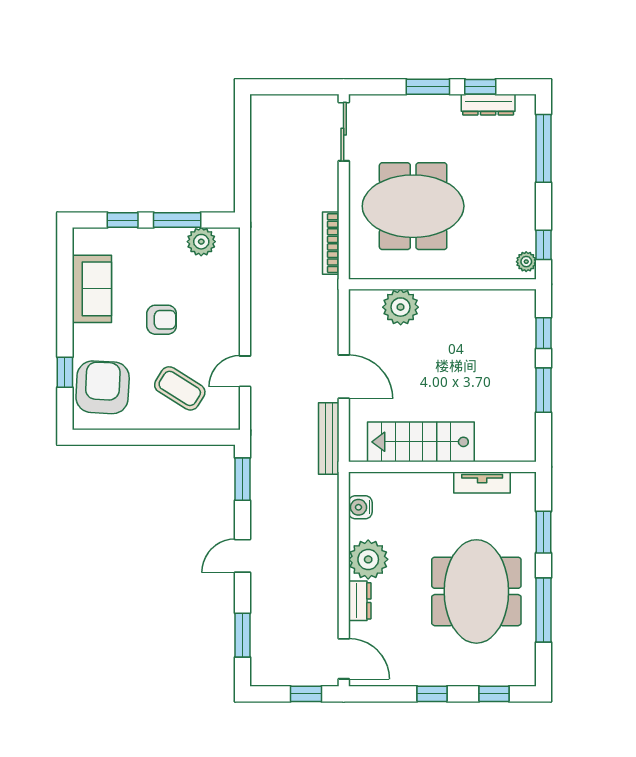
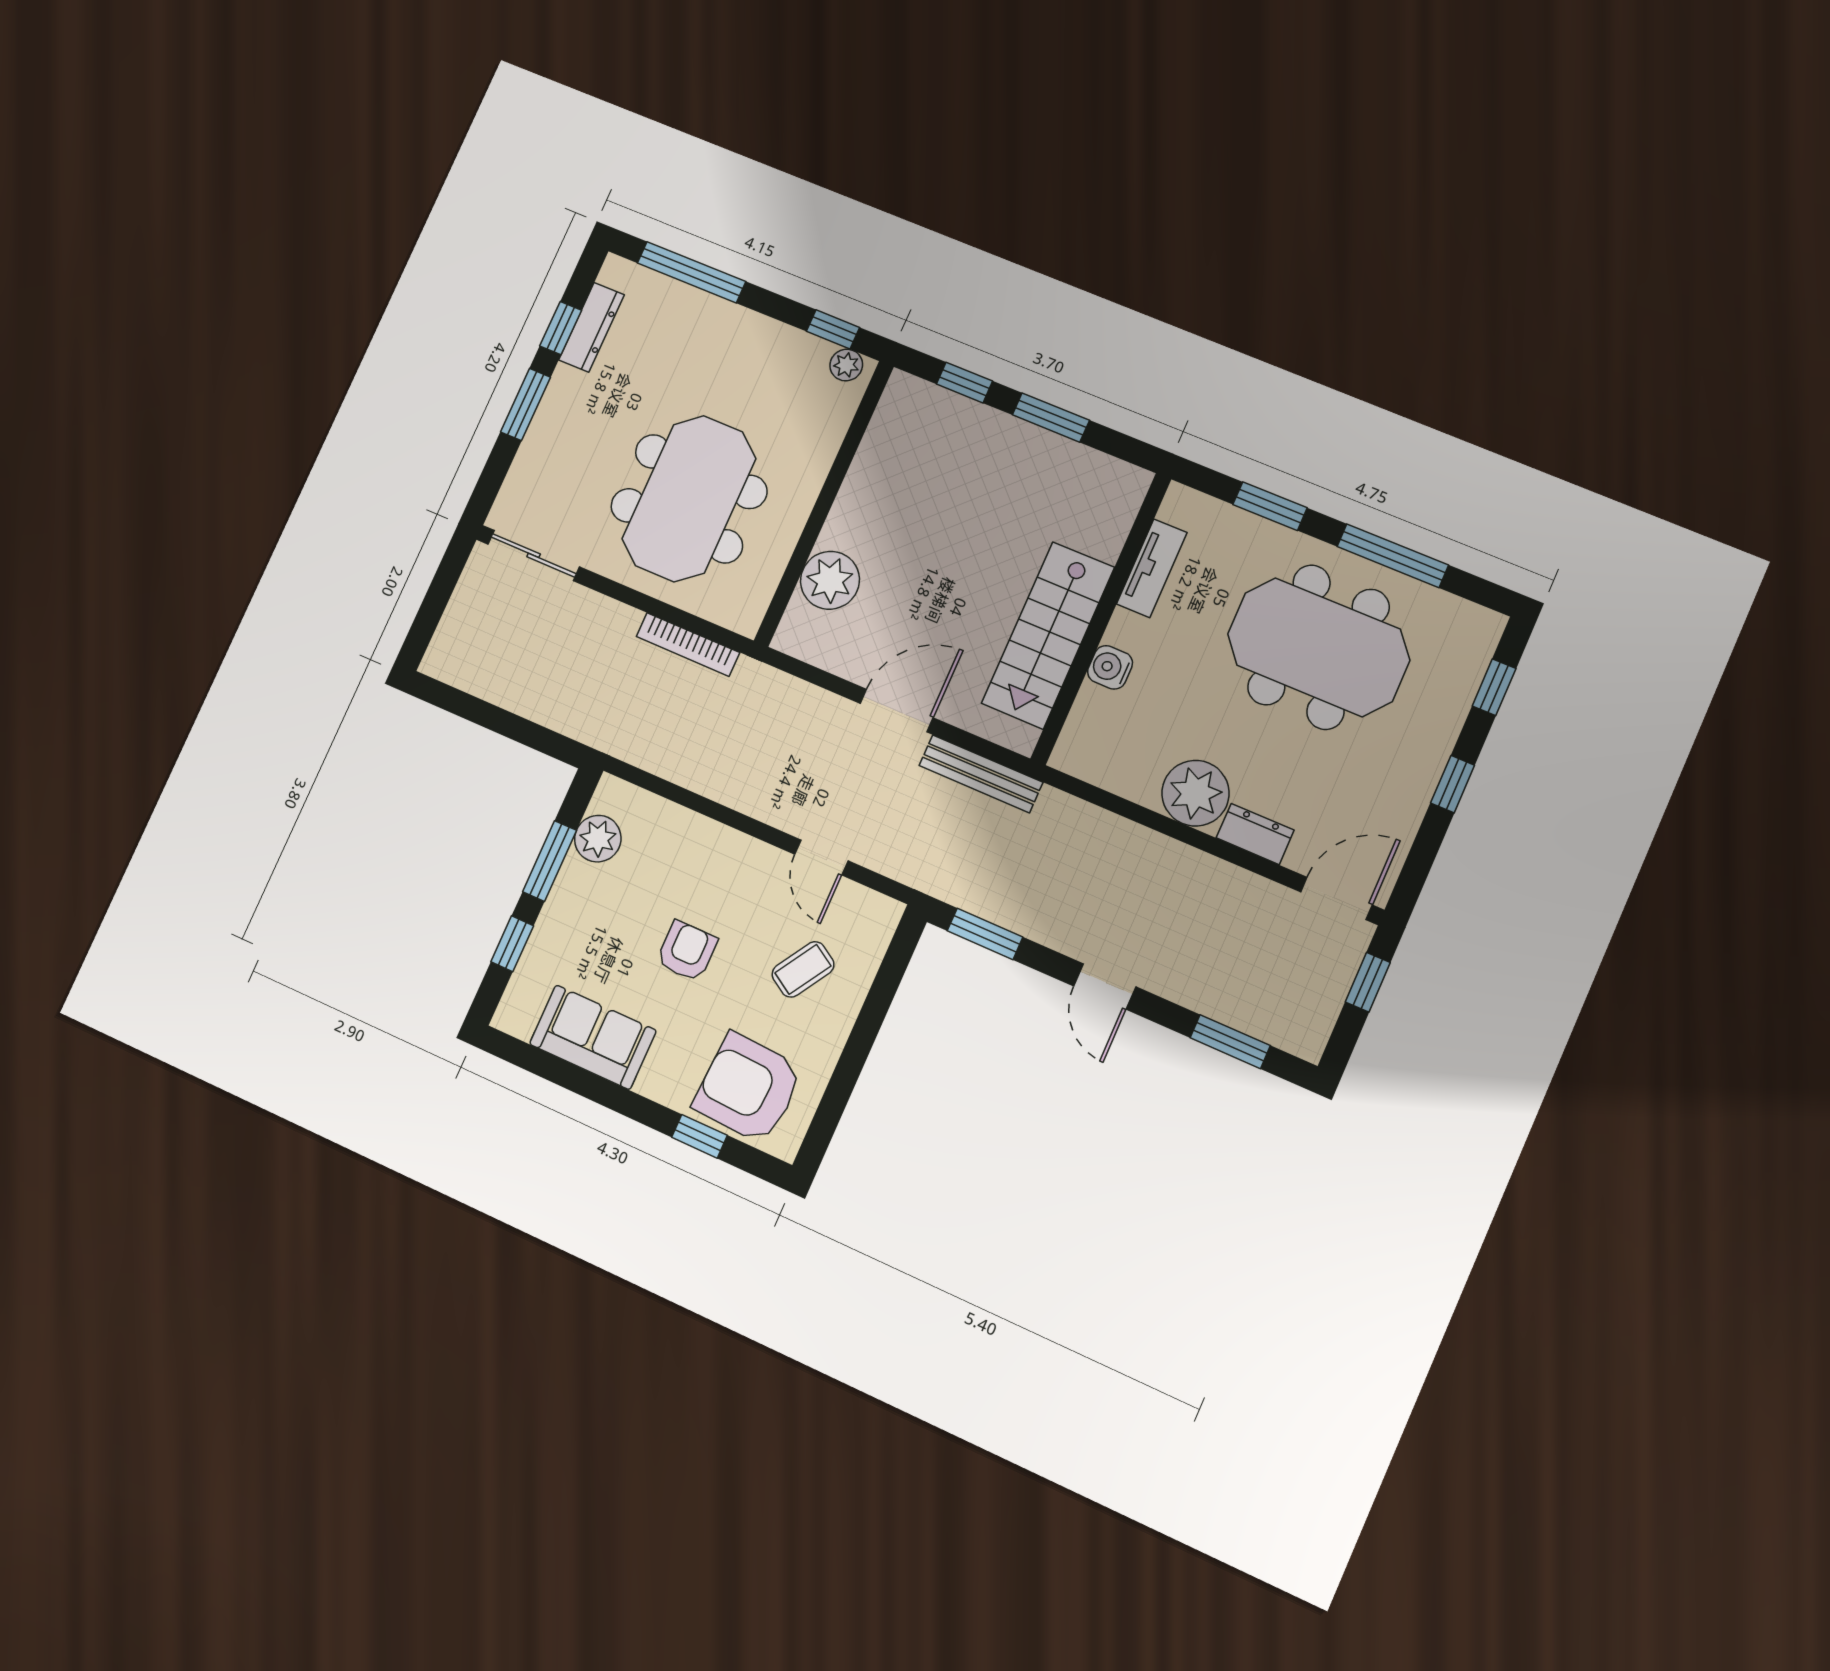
coffee table: (180, 388) -> (803, 969), width x0.73, depth x0.77
water cooler: (360, 507) -> (1110, 667), moved, turned 90

